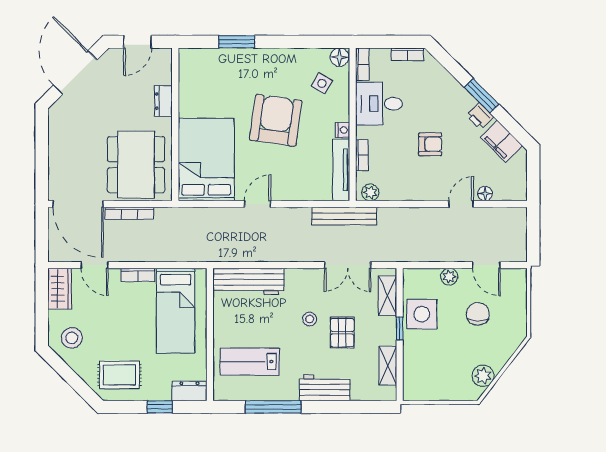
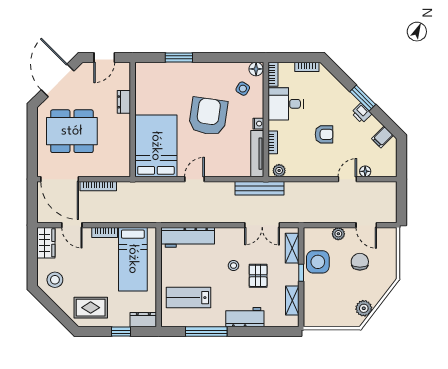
filing cabinet: (502, 141) -> (382, 137), width x0.50
dining table: (136, 165) -> (72, 131), moved, turned 90

